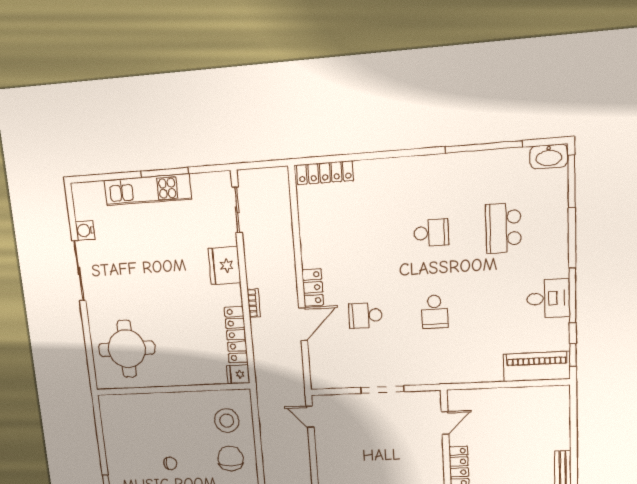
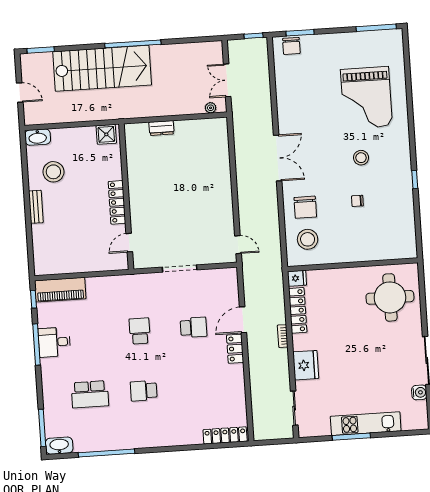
school desk: (503, 228) -> (90, 394), turned 90

